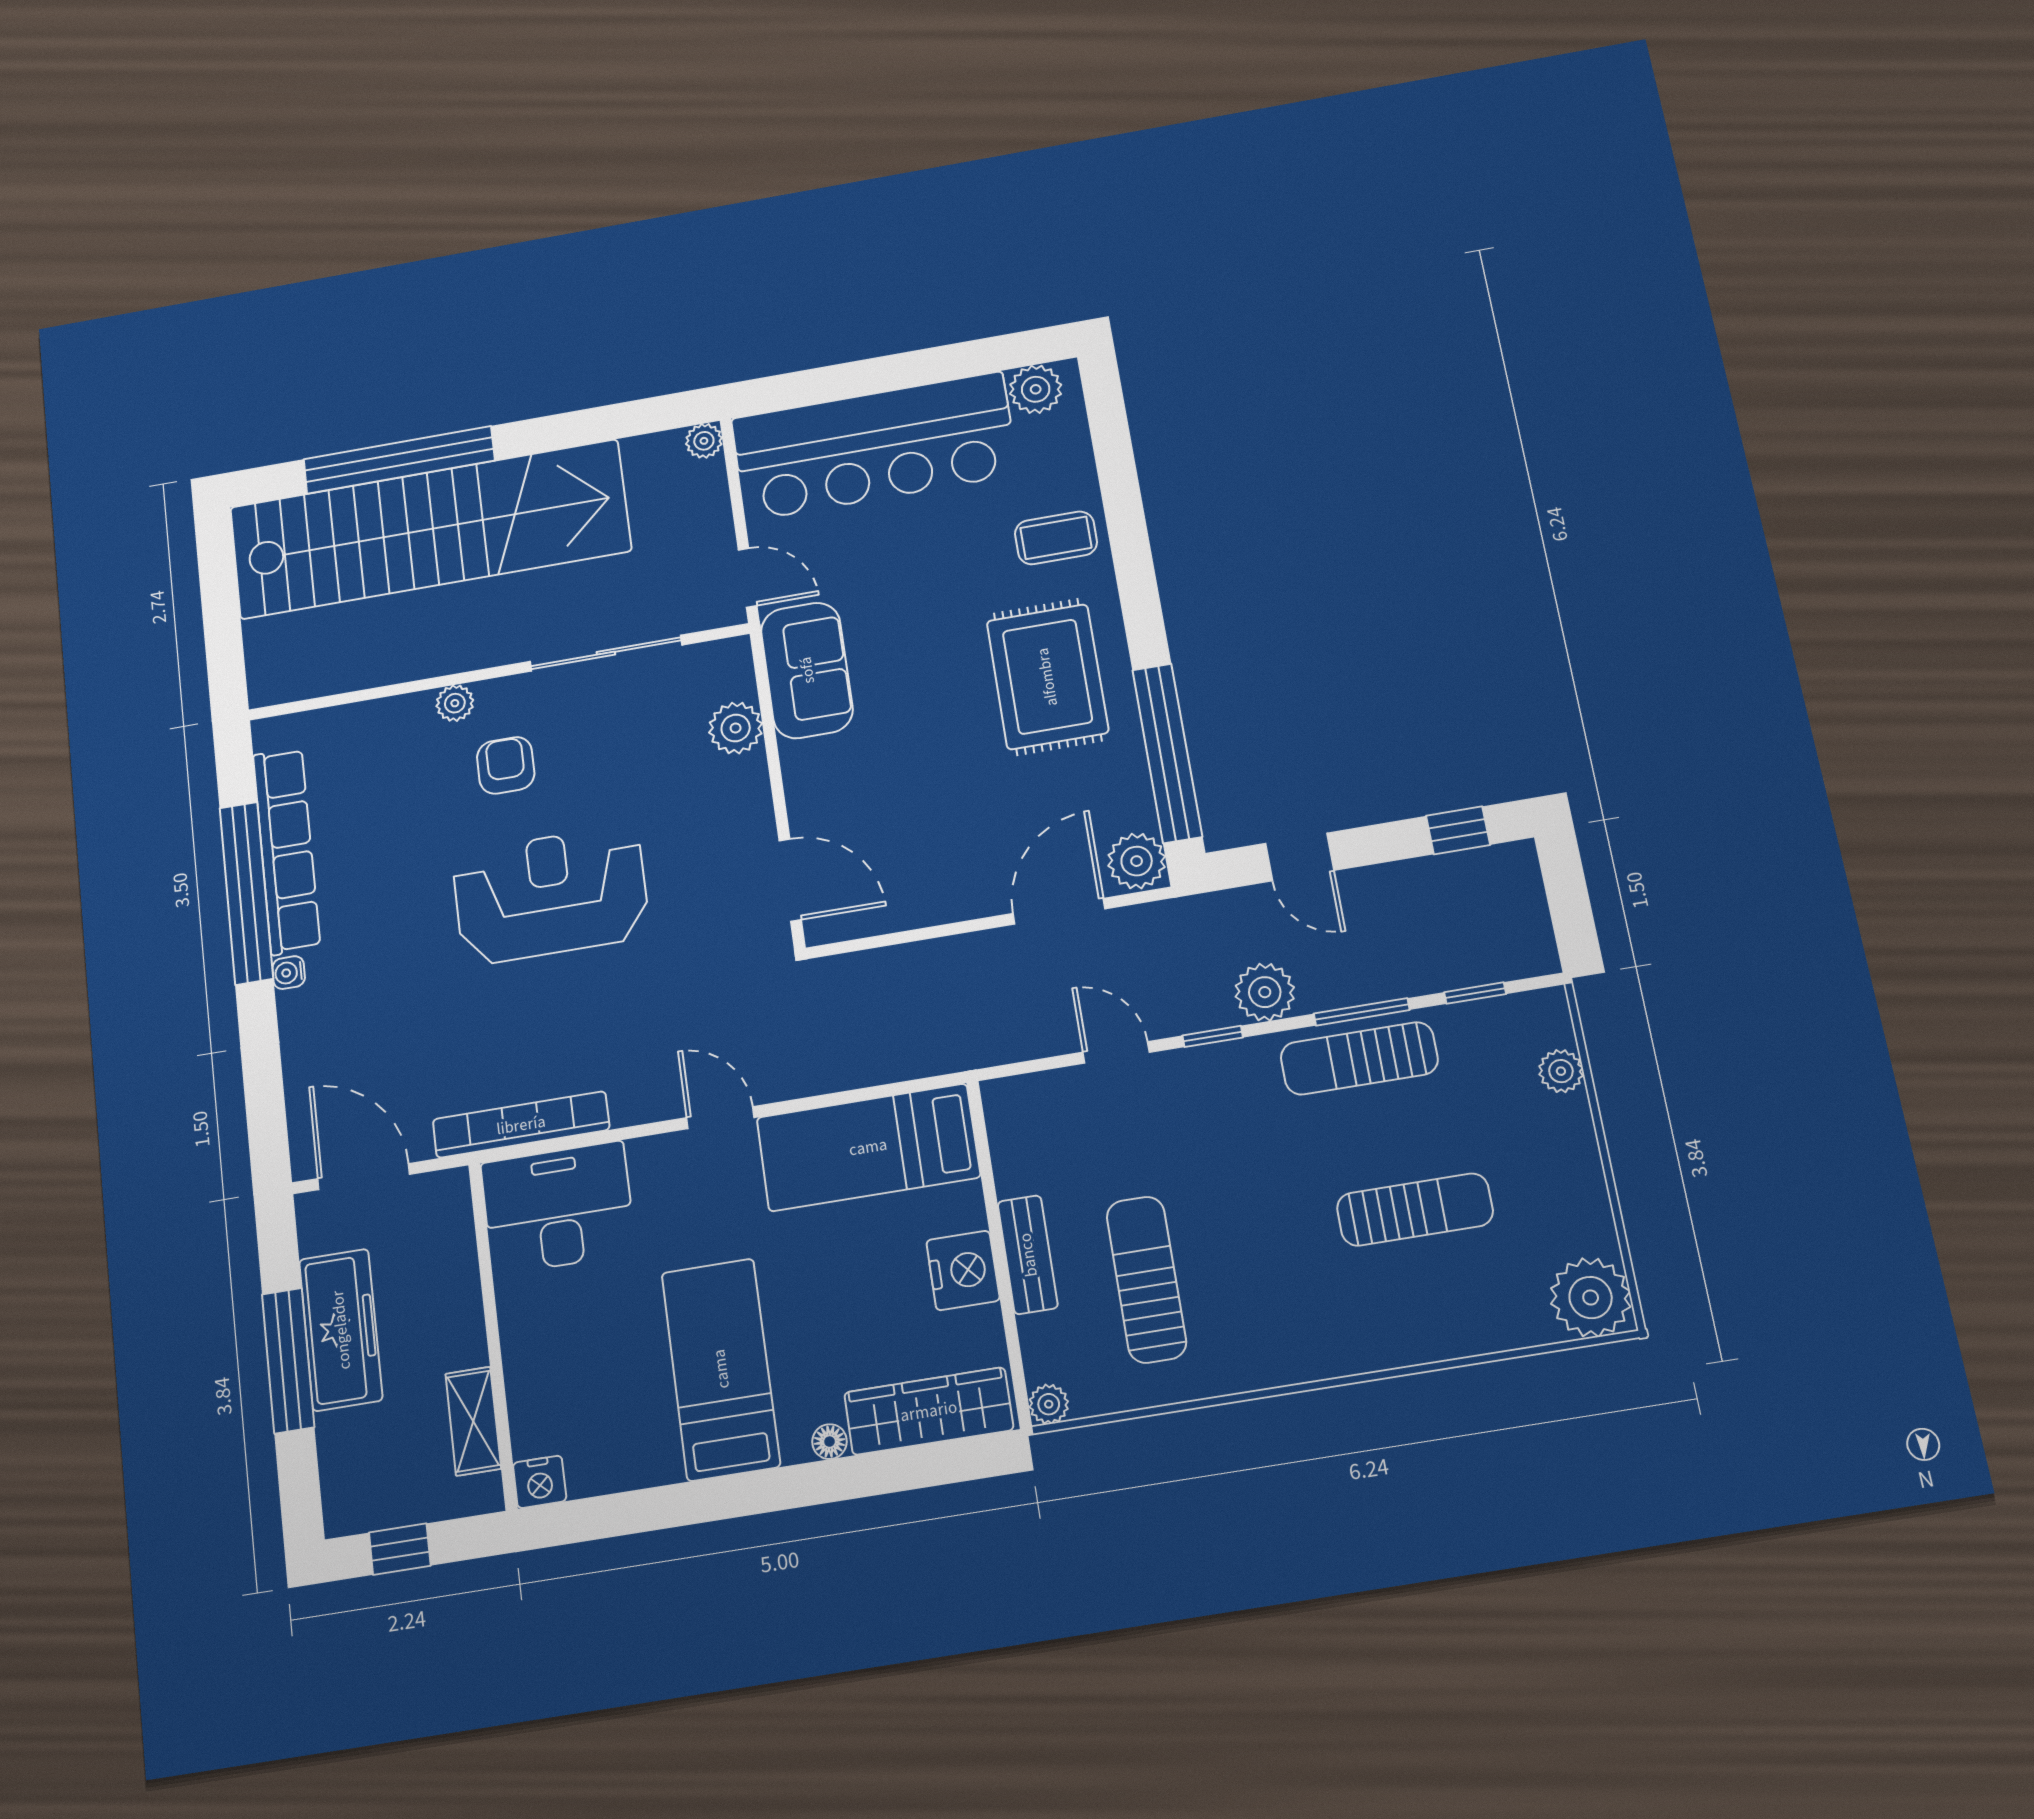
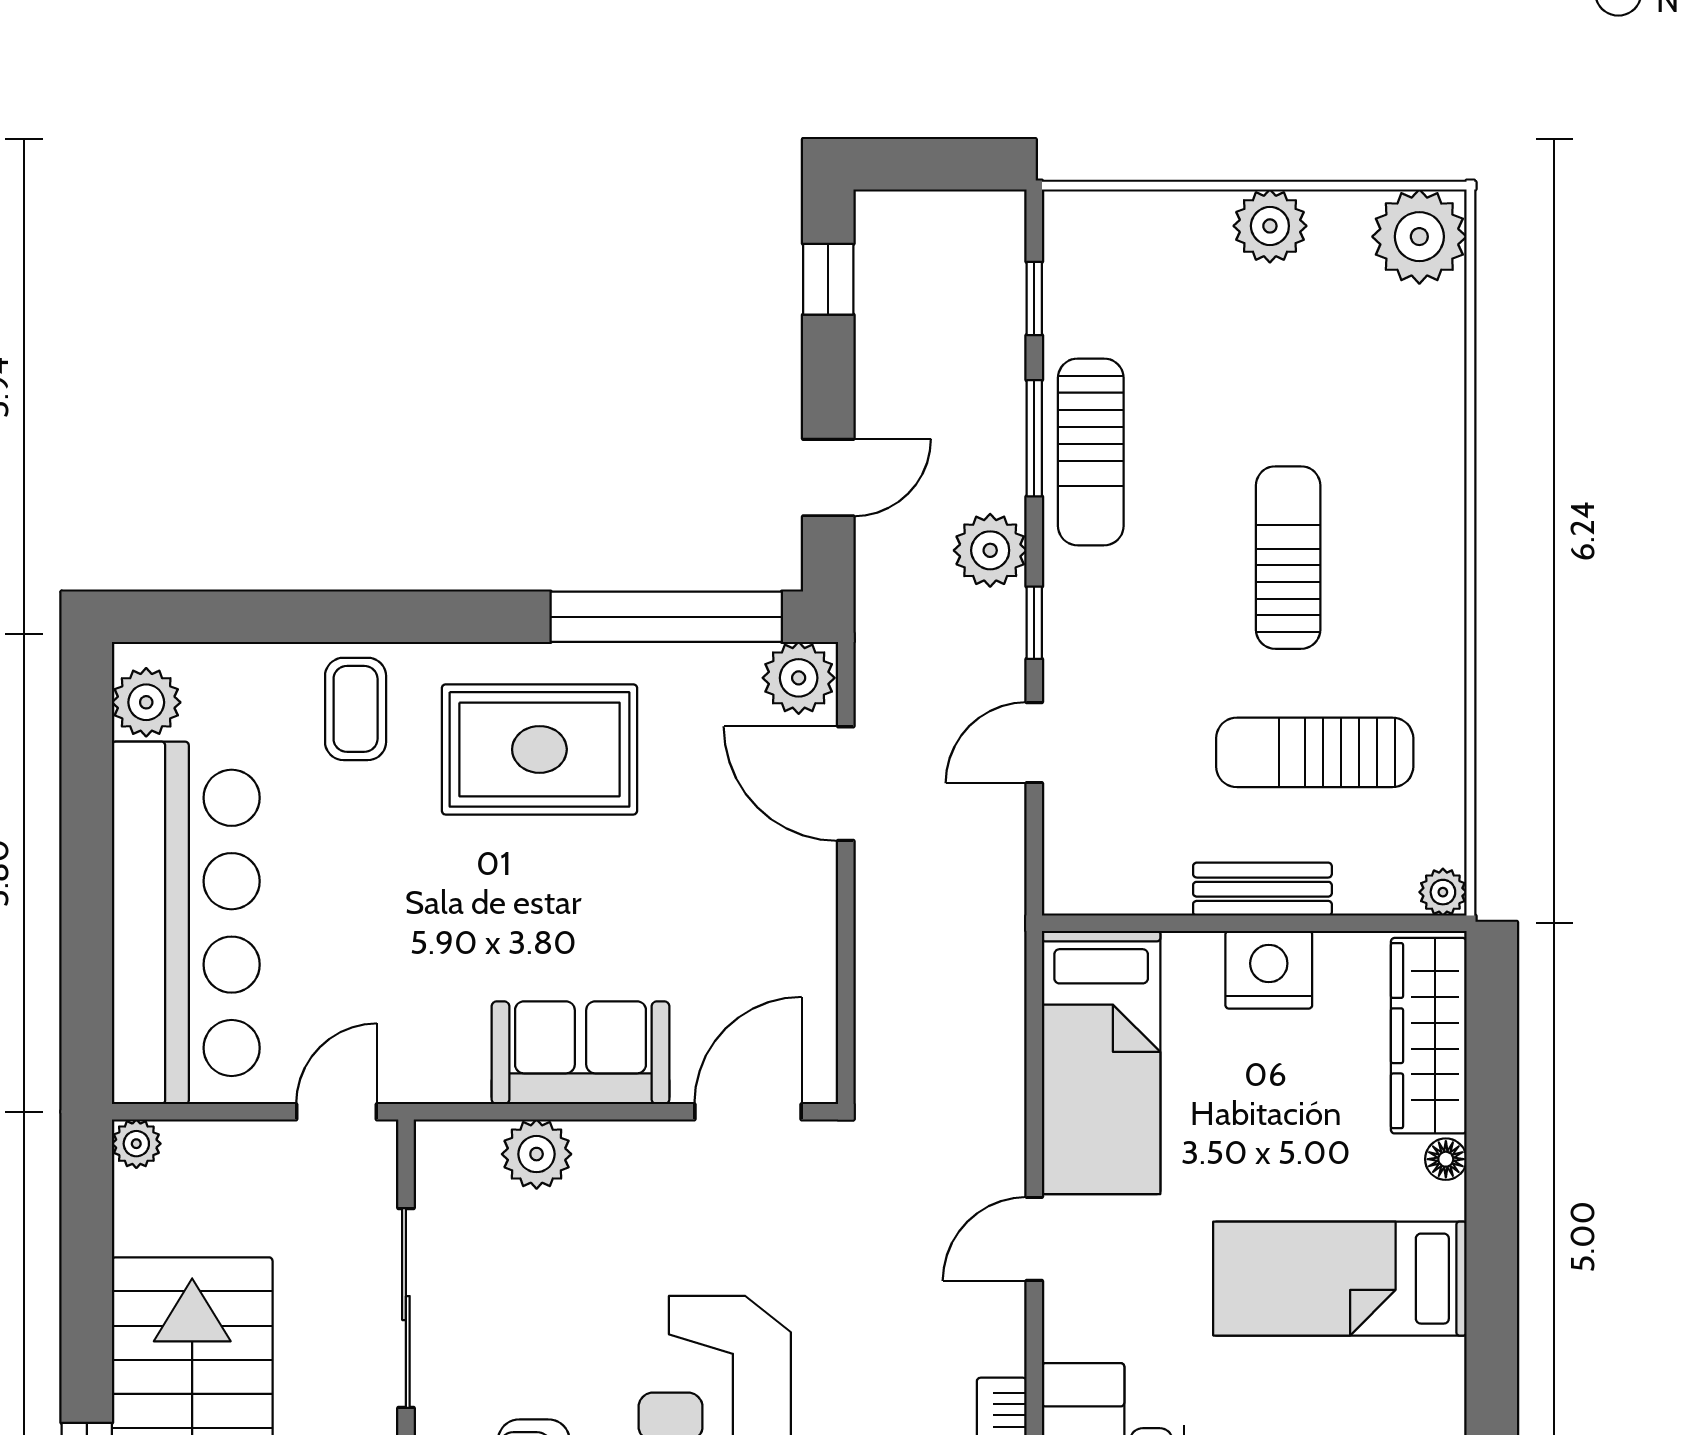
sofa: (807, 670) -> (580, 1053), moved
plant: (1561, 1071) -> (1270, 226), moved, width x1.38, depth x1.38
sun lounger: (1415, 1210) -> (1288, 558), moved

